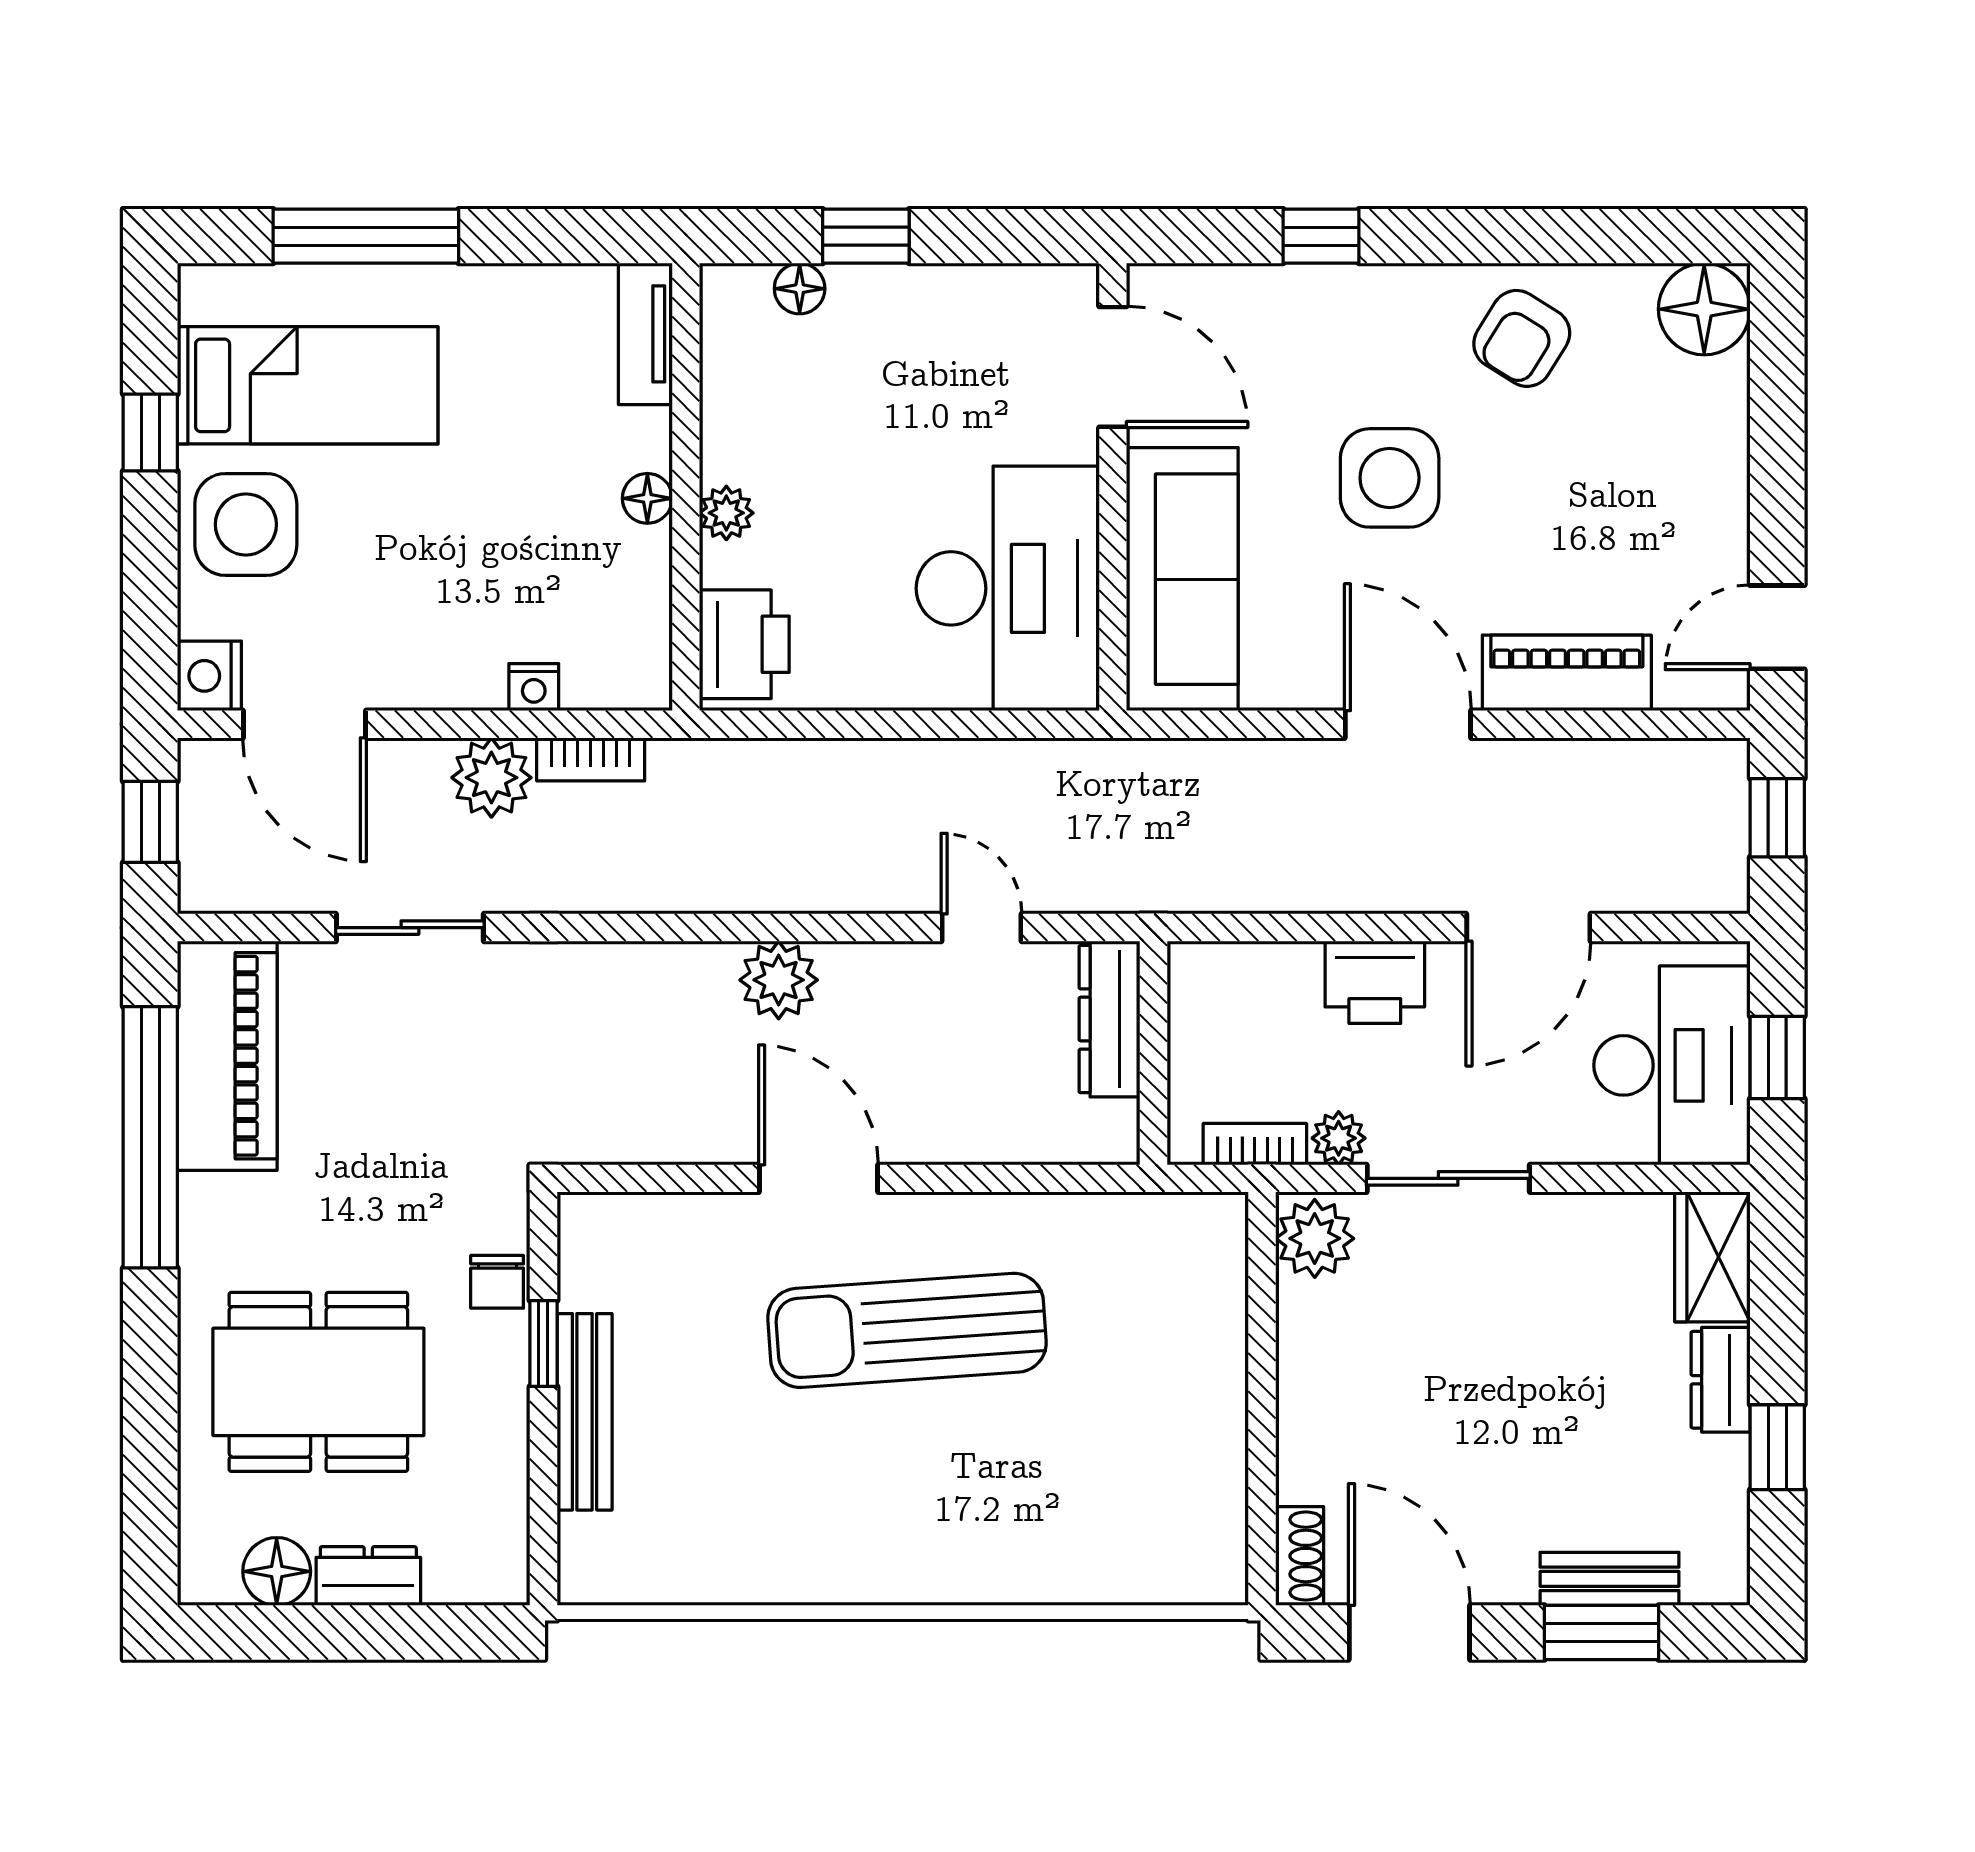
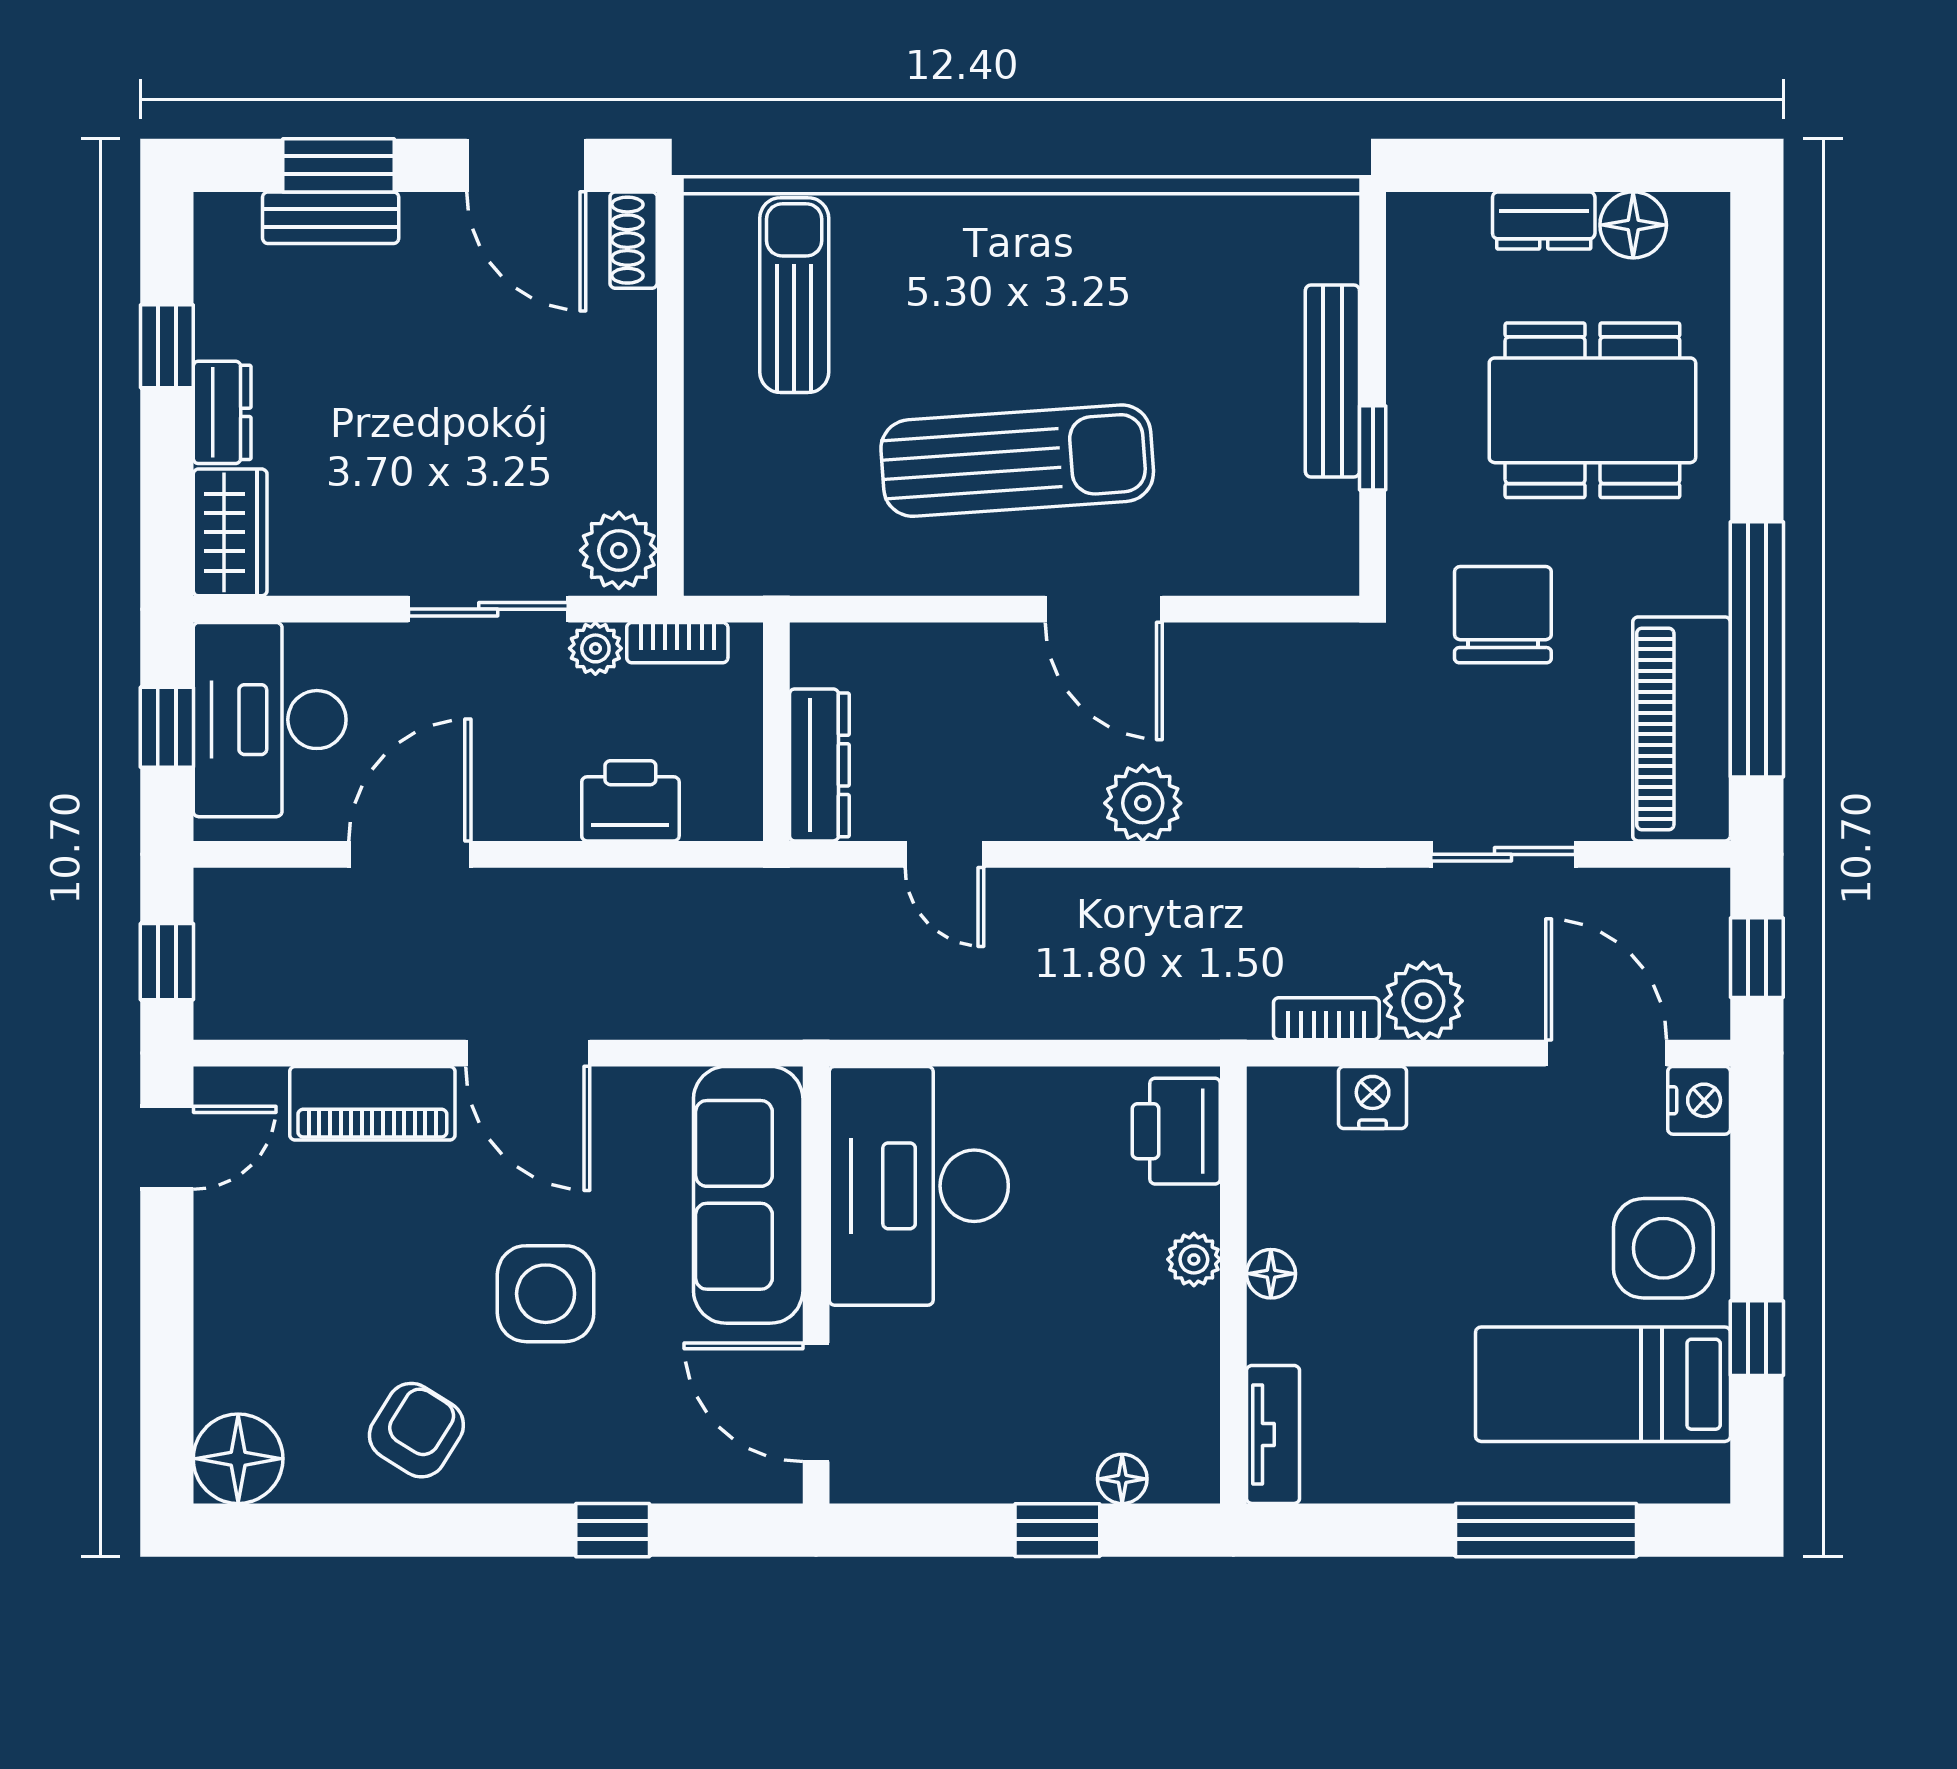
nightstand: (534, 687) -> (1373, 1097), width x1.39, depth x1.35
printer: (1375, 982) -> (630, 801), moved
chair: (497, 1282) -> (1503, 615), moved, width x1.87, depth x1.87
sun lounger: (1135, 1500) -> (794, 295), added

